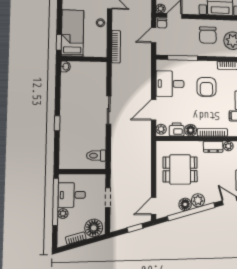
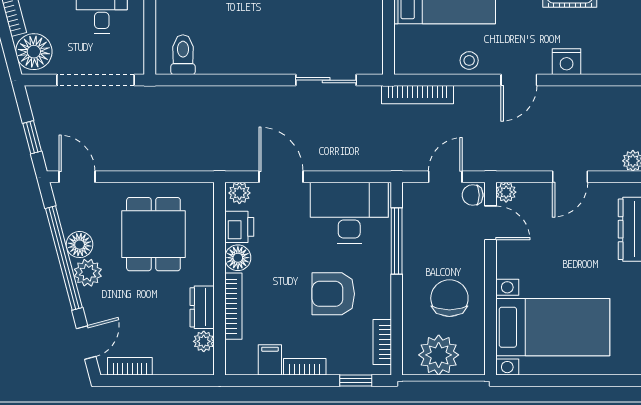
door: (154, 35) -> (445, 177), hinge flipped
chair: (208, 35) -> (449, 298), turned 90
desk: (170, 84) -> (349, 213), width x1.37
sliding door: (109, 110) -> (326, 80), moved
doorway: (108, 198) -> (95, 80), width x1.87

